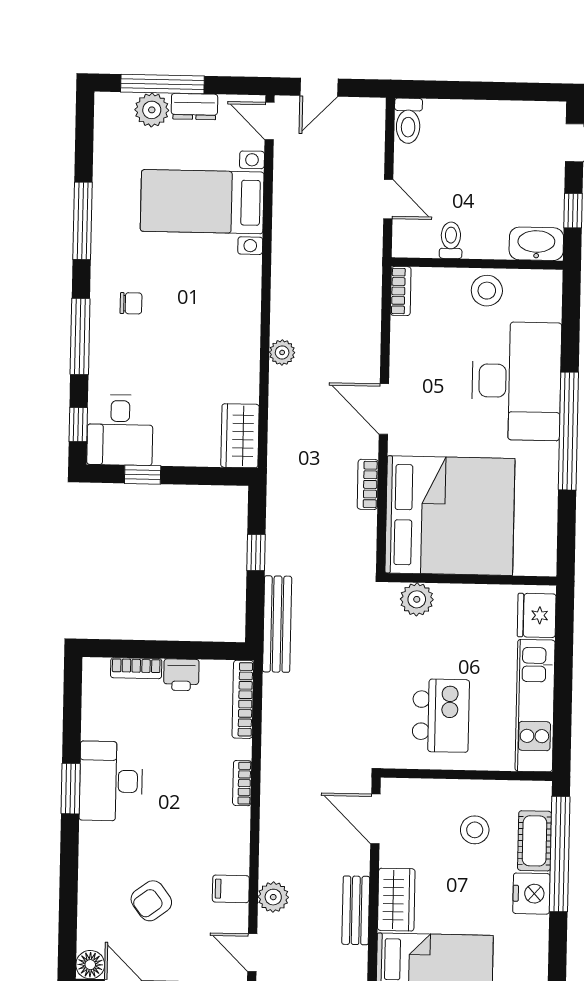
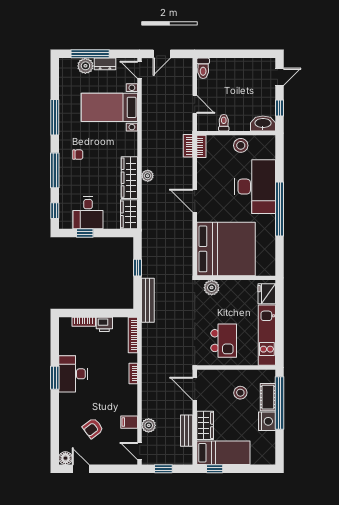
wardrobe: (243, 356) -> (129, 178), added
desk: (120, 430) -> (88, 213), moved
bookcase: (368, 484) -> (188, 146), moved

